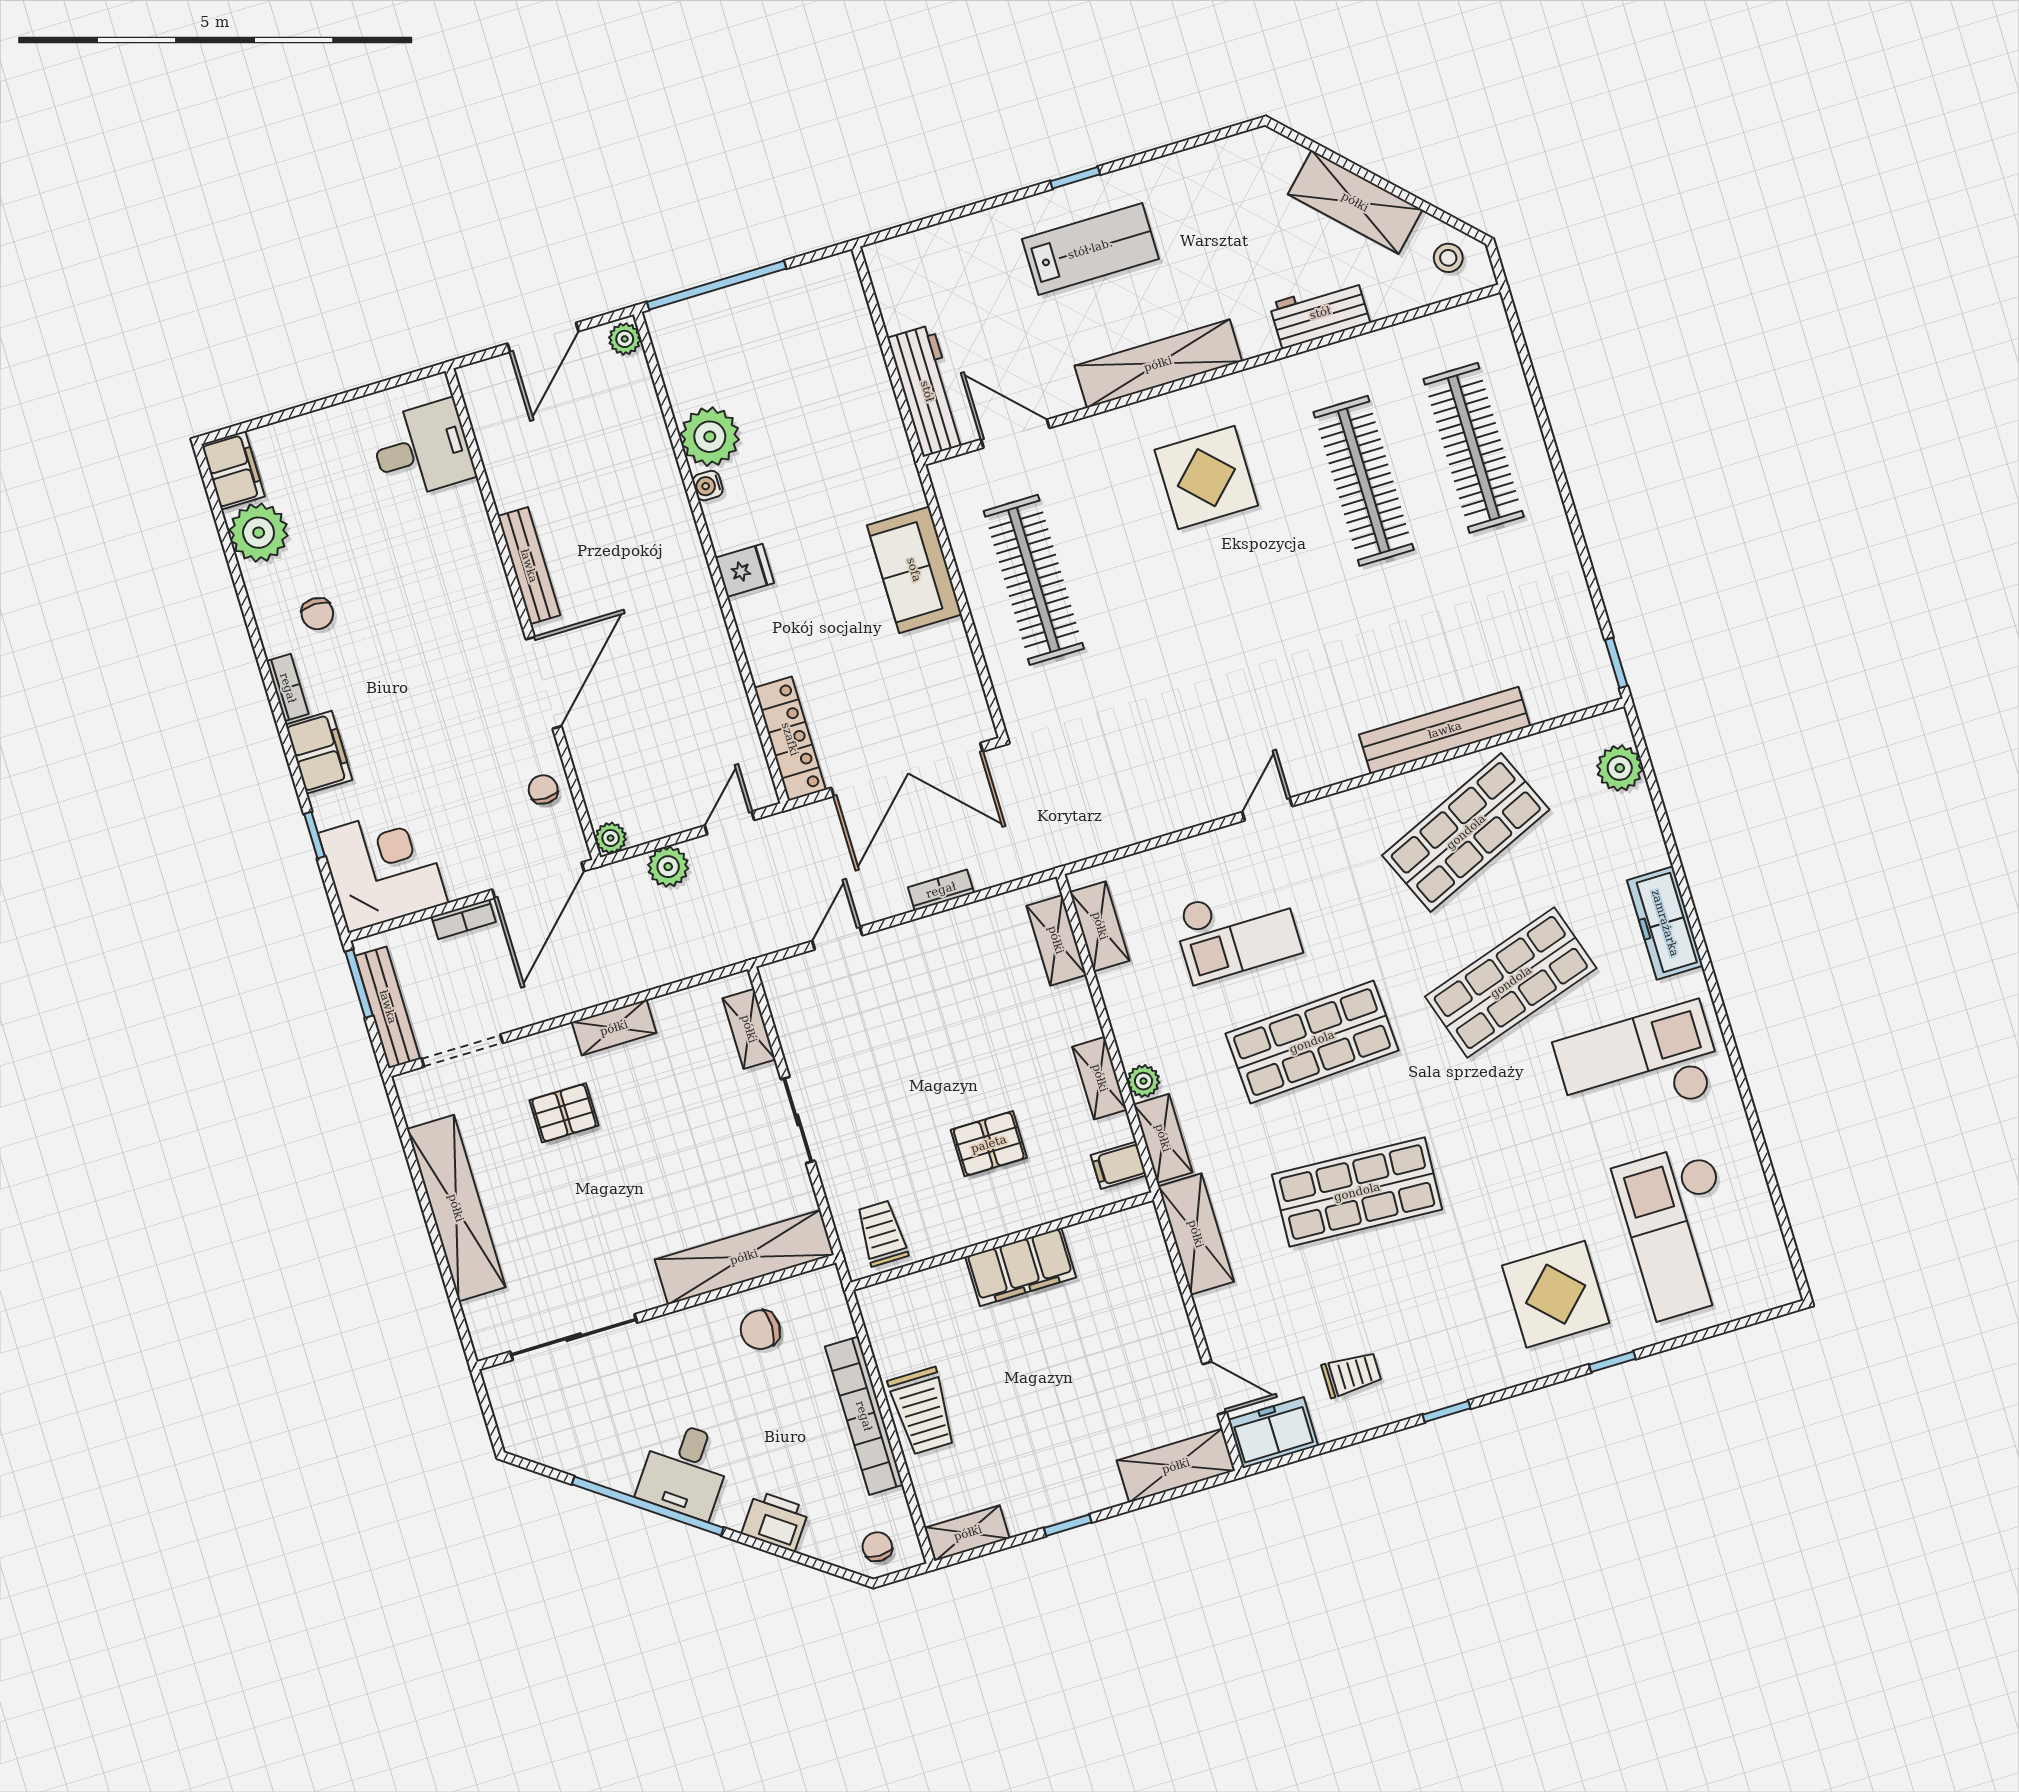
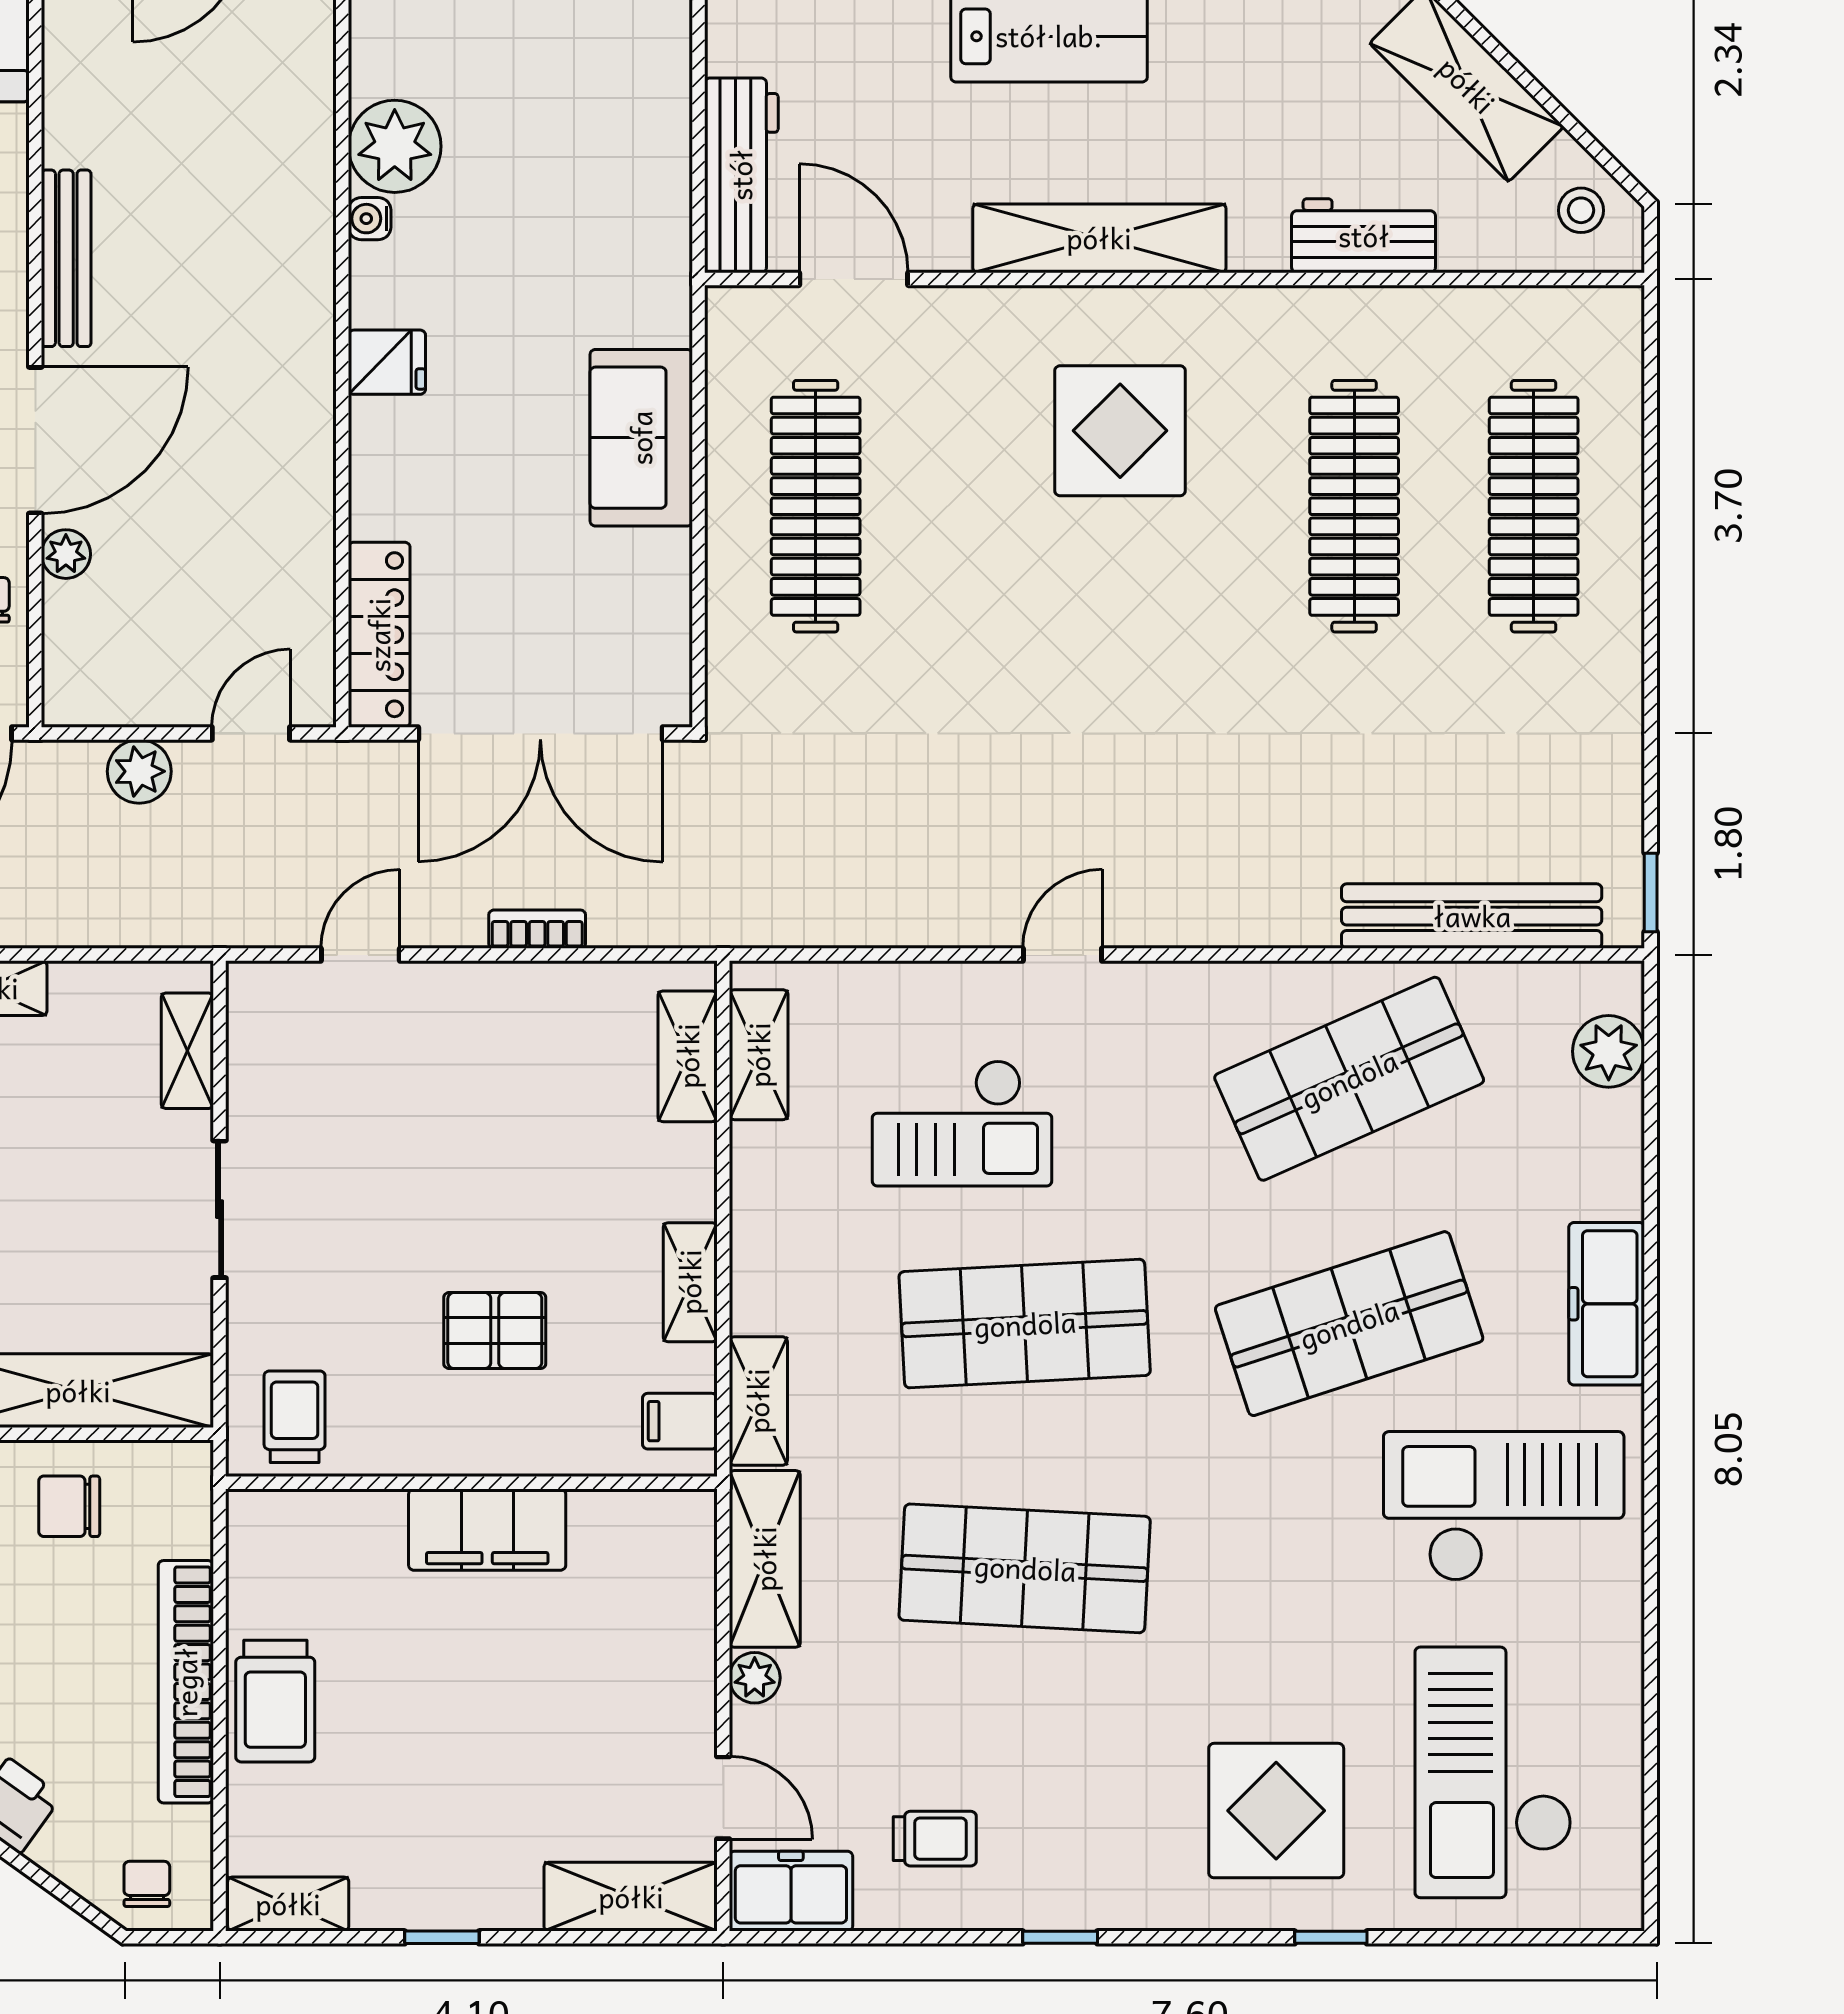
bench: (1445, 730) -> (1472, 916), moved
plant: (611, 838) -> (66, 554), moved
plant: (1143, 1081) -> (755, 1678), moved

